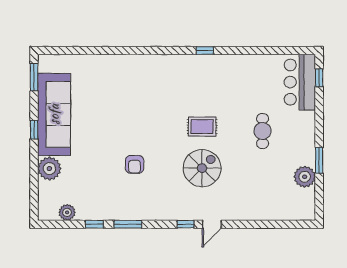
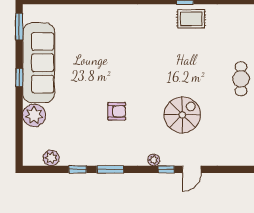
rug: (202, 127) -> (191, 19), moved
armchair: (135, 164) -> (117, 111), turned -90
plant: (173, 214) -> (154, 160), added

